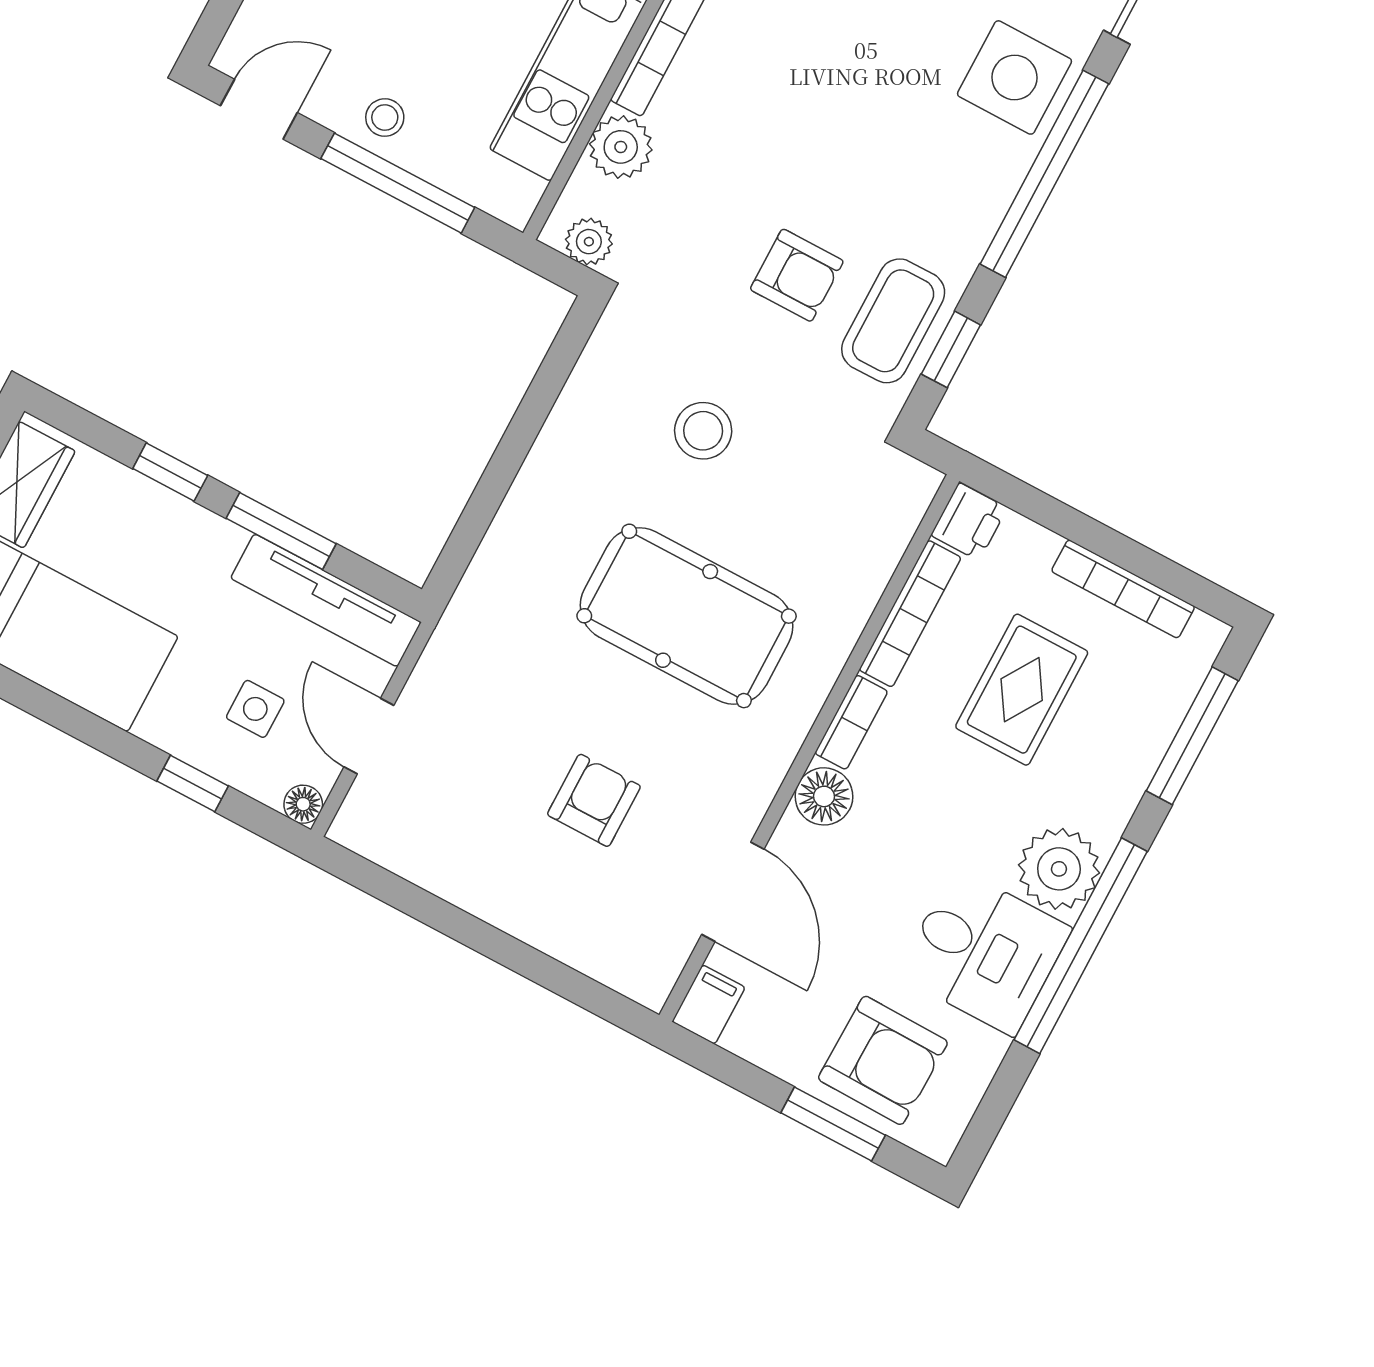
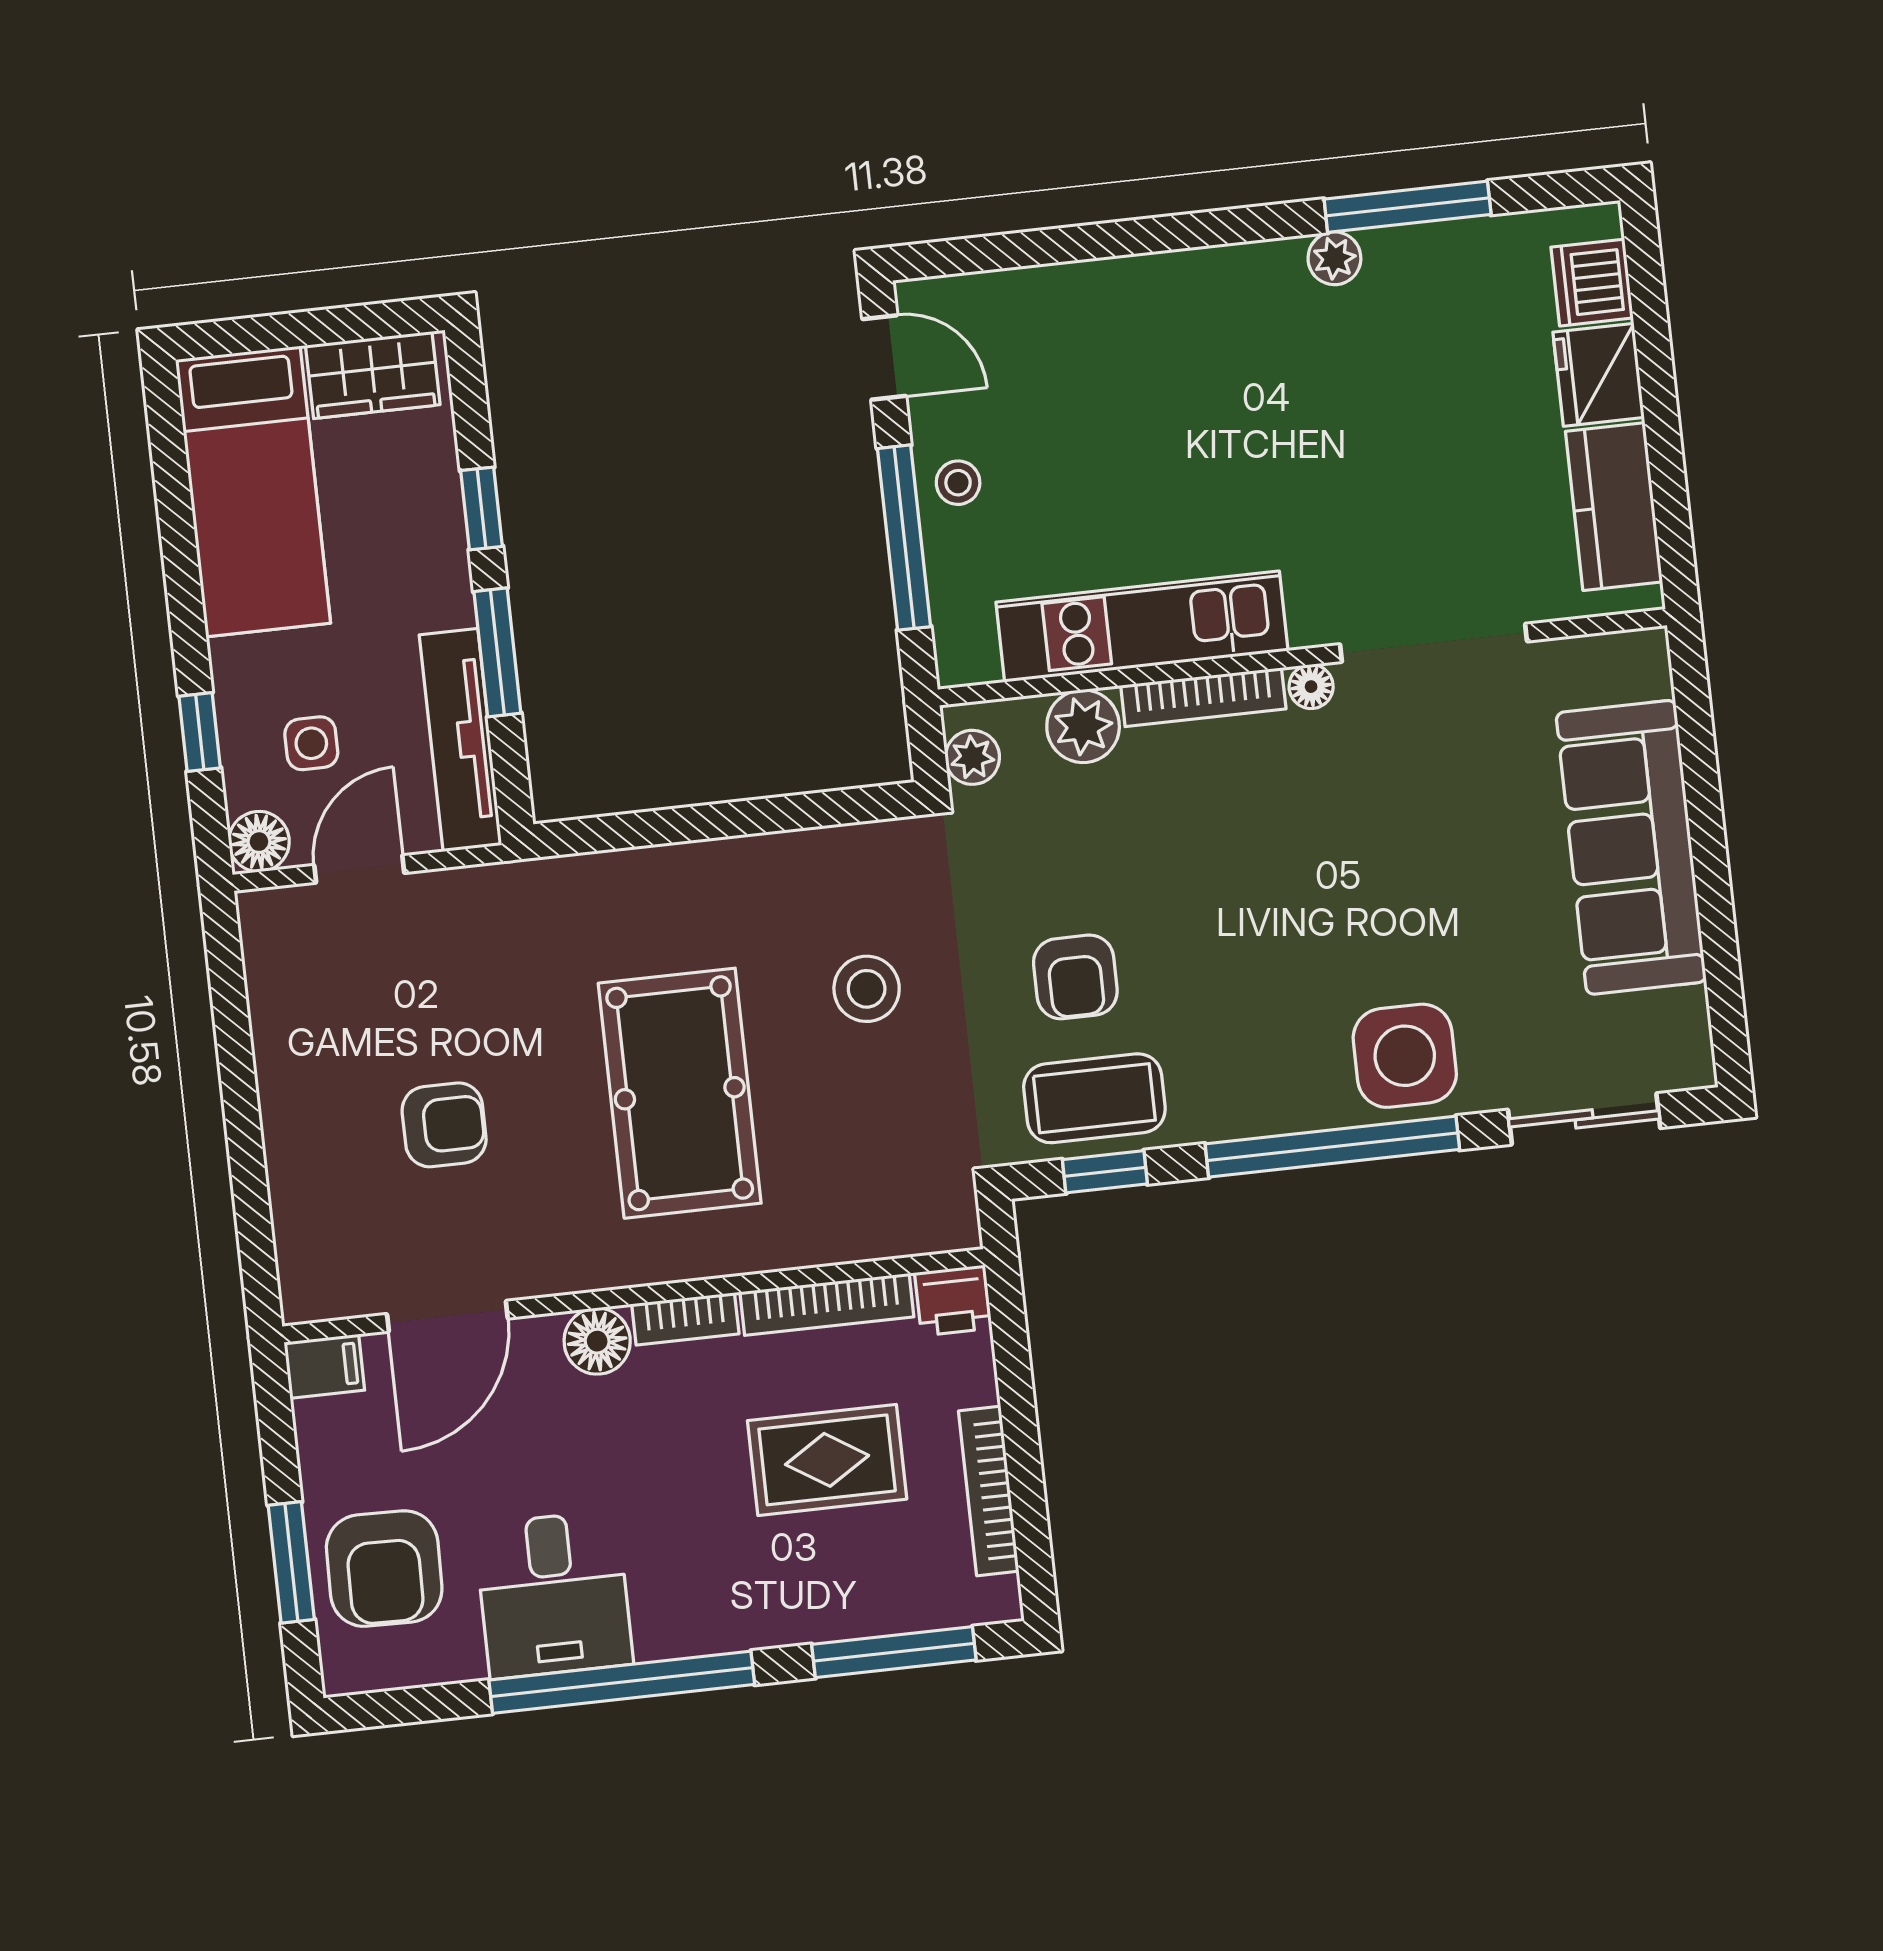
floor lamp: (303, 804) -> (259, 842), width x1.37, depth x1.37
plant: (1059, 869) -> (681, 1612), removed

